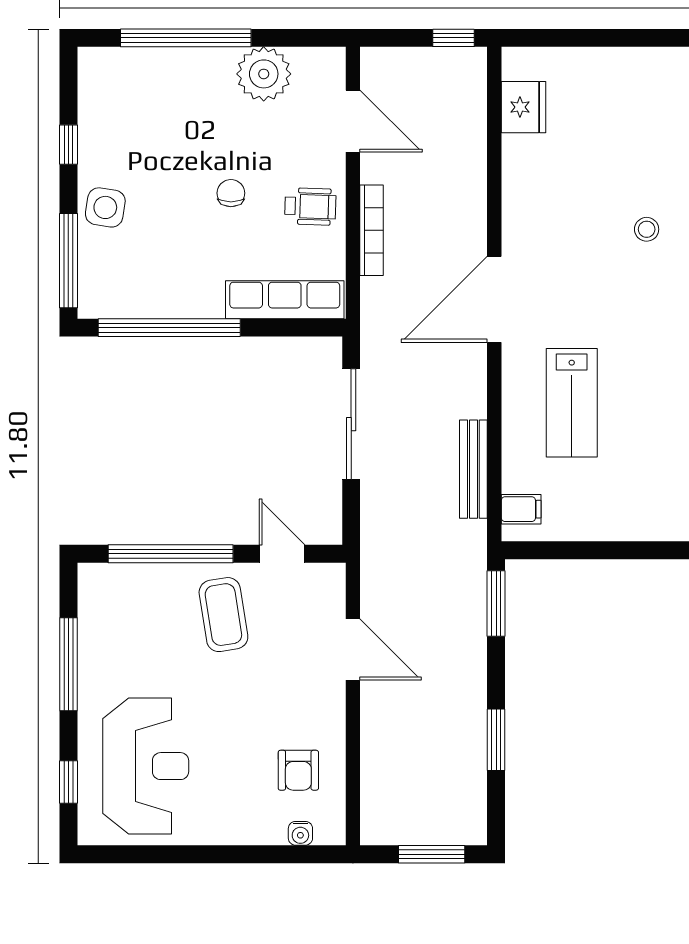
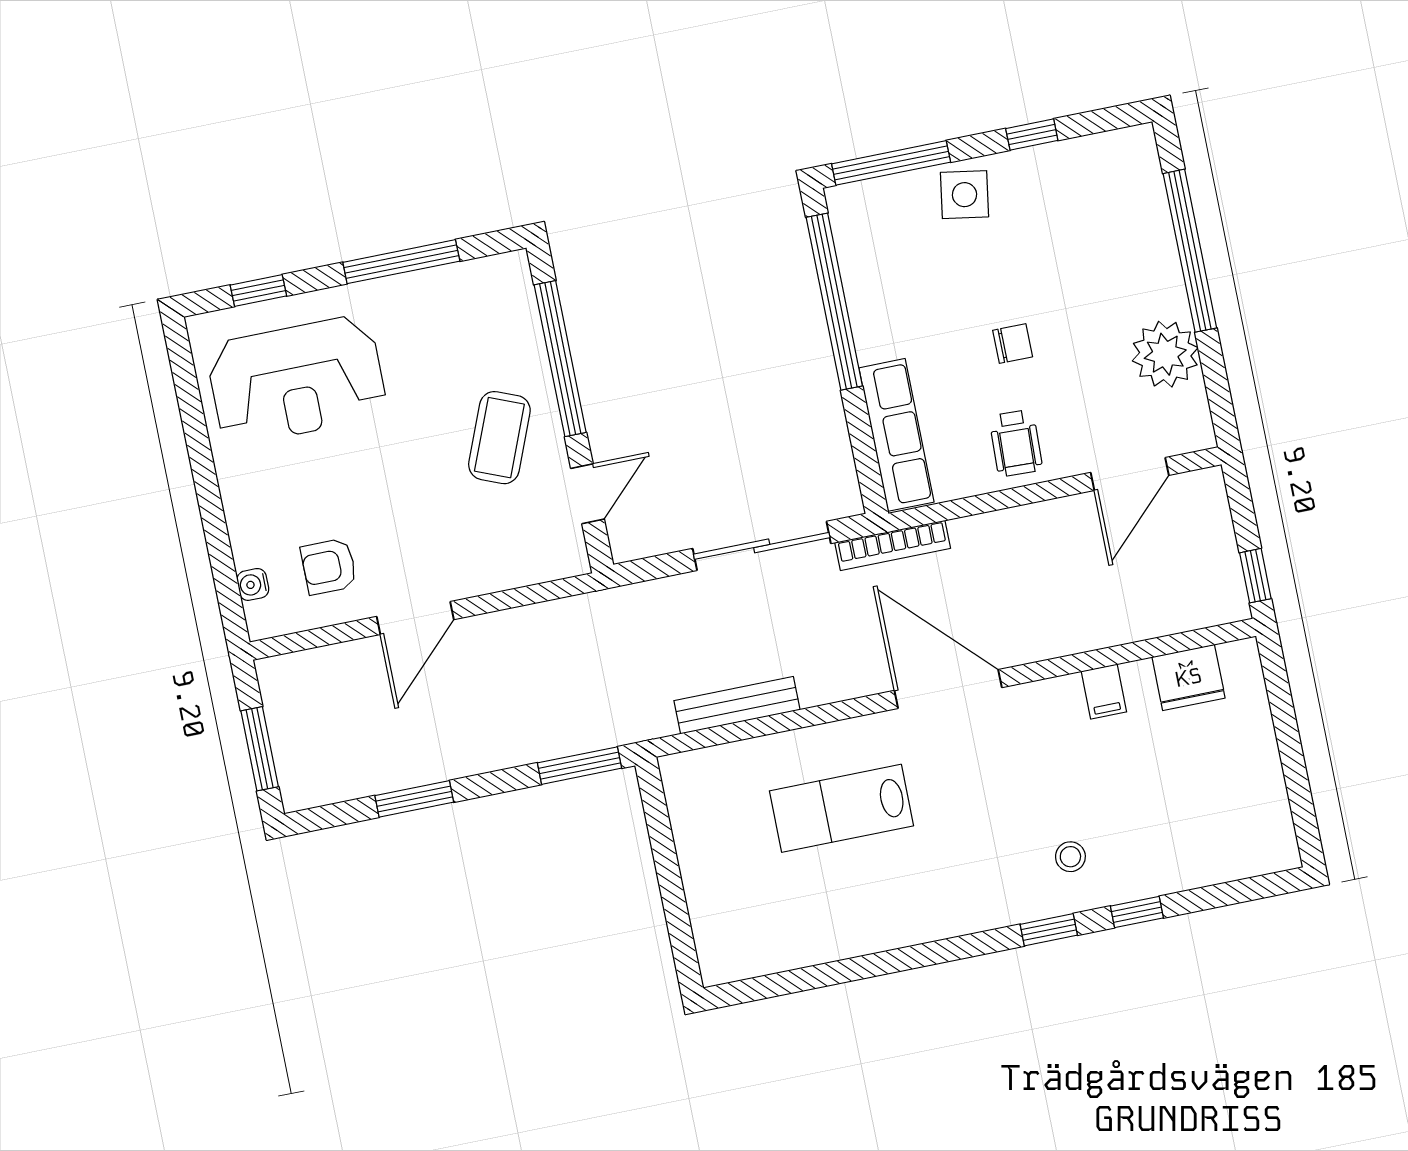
bookcase: (372, 230) -> (893, 545), moved
filing cabinet: (521, 509) -> (1104, 692), moved
coffee table: (223, 615) -> (499, 438), turned -59
door: (353, 649) -> (415, 618), moved

